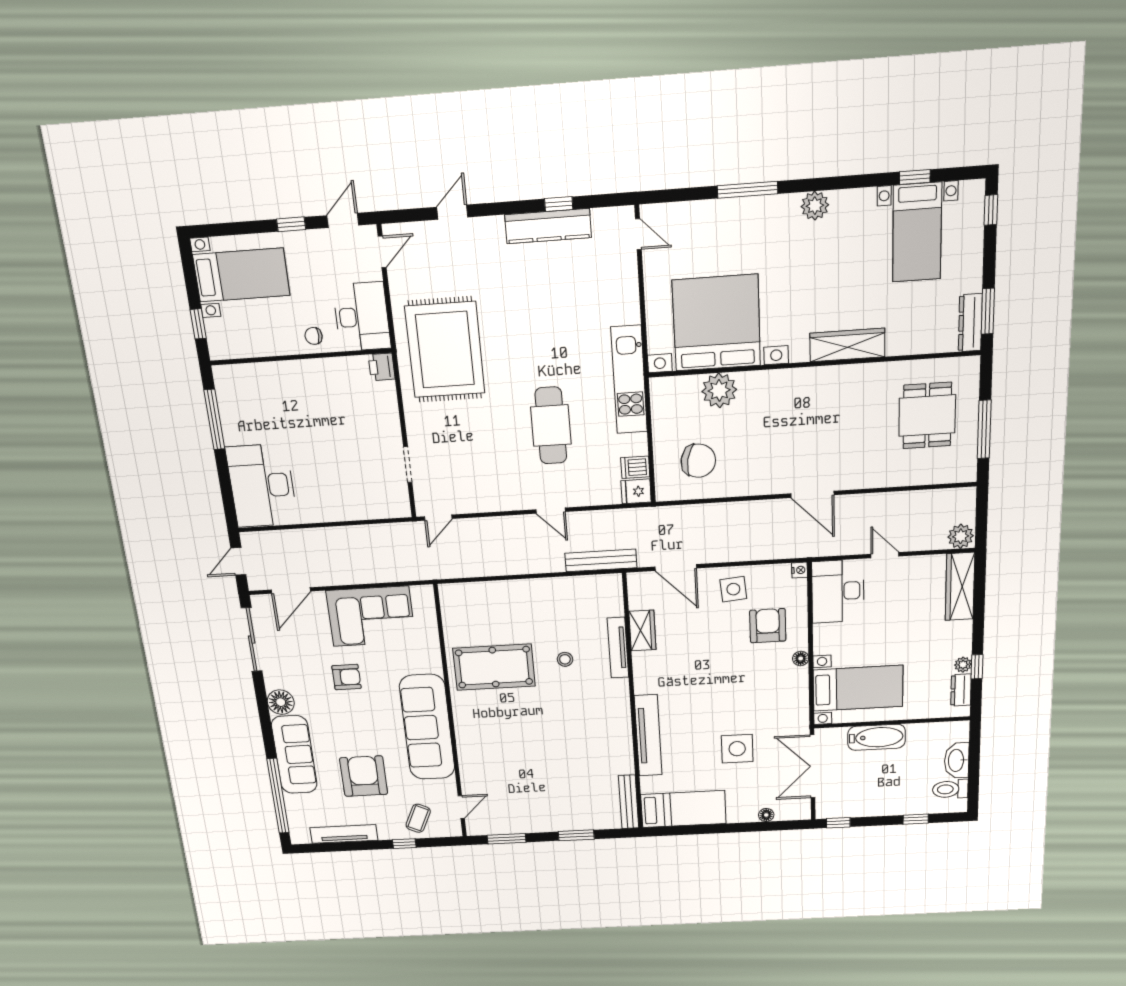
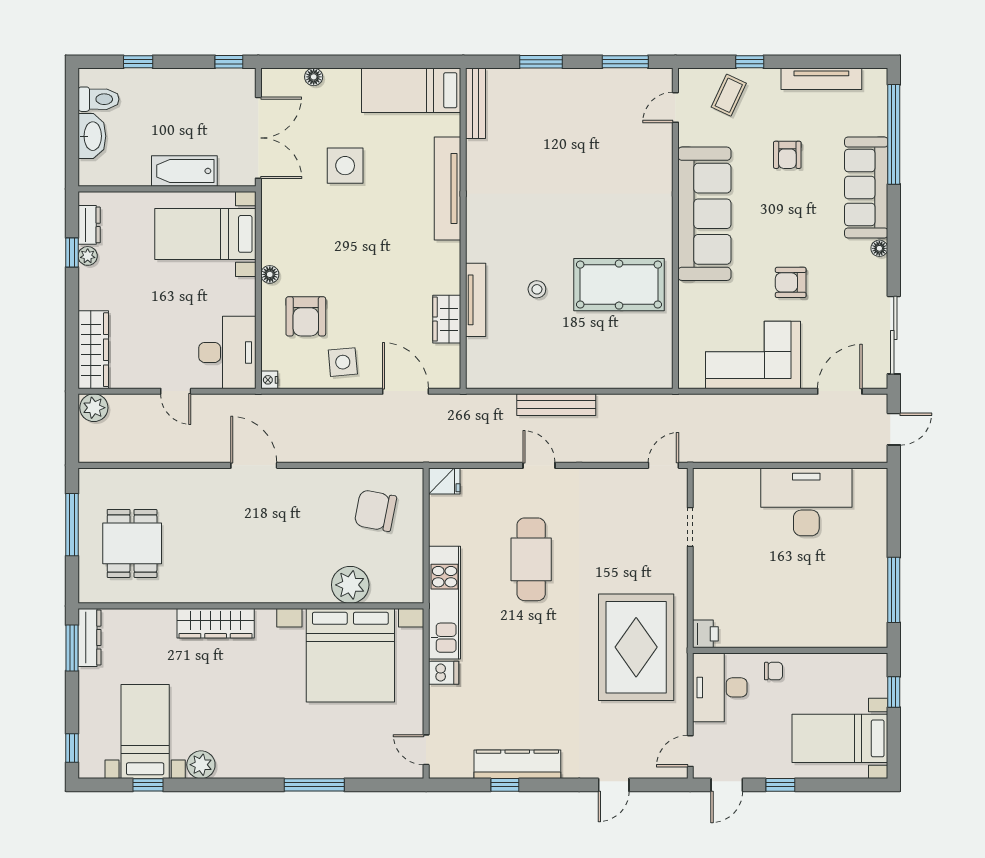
plant: (815, 206) -> (201, 765), moved
dishwasher: (635, 467) -> (444, 673), moved
desk: (262, 486) -> (806, 502), moved, turned -90
bench: (601, 560) -> (556, 405), moved
floor lamp: (281, 702) -> (879, 248), width x0.53, depth x0.53
armchair: (364, 776) -> (787, 155), width x0.53, depth x0.53

